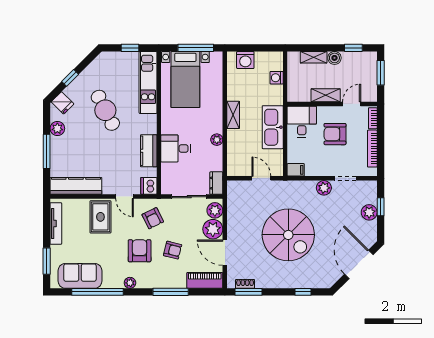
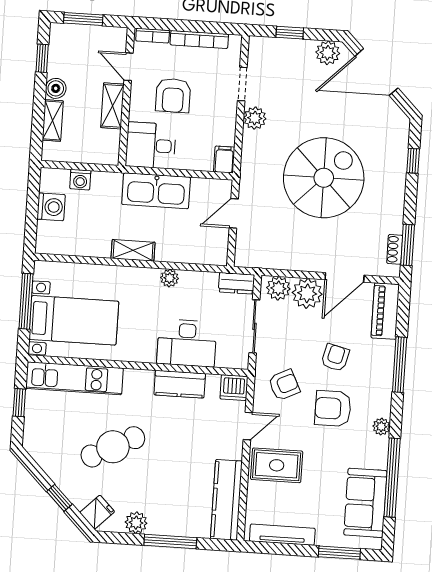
washing machine: (245, 60) -> (51, 207), moved
desk: (176, 148) -> (187, 343), width x1.37
plant: (369, 212) -> (328, 53), moved

